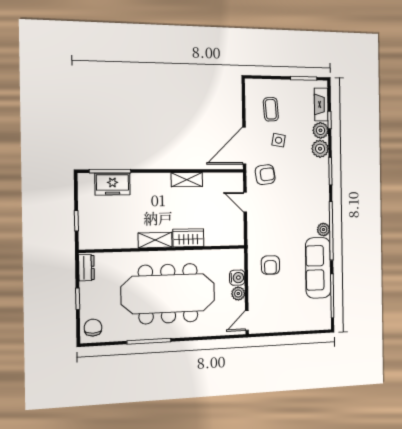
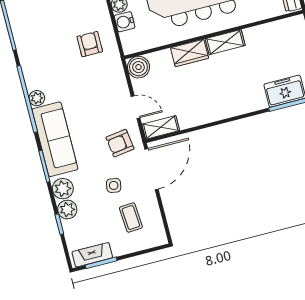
fireplace: (321, 105) -> (92, 255), moved, turned -90
shelving: (187, 180) -> (161, 127), moved
boiler: (235, 236) -> (138, 67), added
sofa: (318, 268) -> (55, 139), moved

